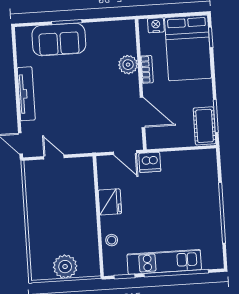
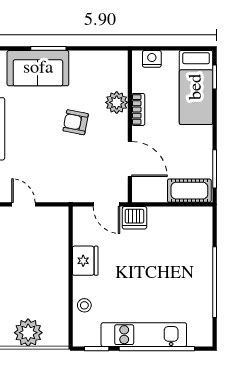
bed: (188, 48) -> (196, 87), width x0.67
armchair: (94, 84) -> (76, 122), added
cot: (205, 126) -> (189, 191), moved, turned 90

